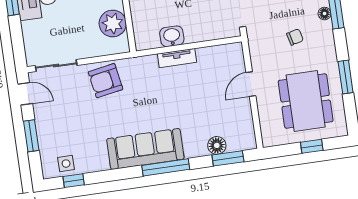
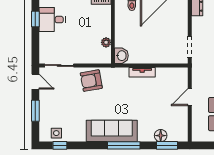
plant: (113, 23) -> (106, 42), width x0.53, depth x0.53
washbasin: (172, 36) -> (121, 56), moved, turned 90

